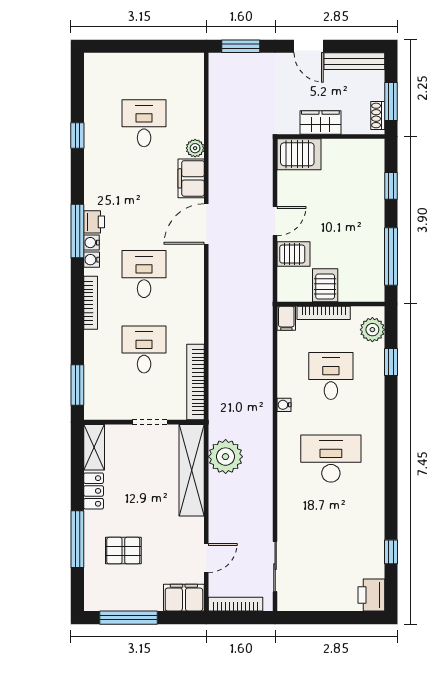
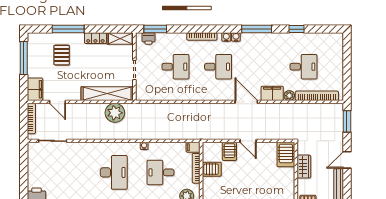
printer: (94, 222) -> (148, 39), moved
window: (77, 231) -> (257, 29), moved
desk: (331, 376) -> (160, 172), turned 180
bookcase: (196, 382) -> (317, 96), moved

